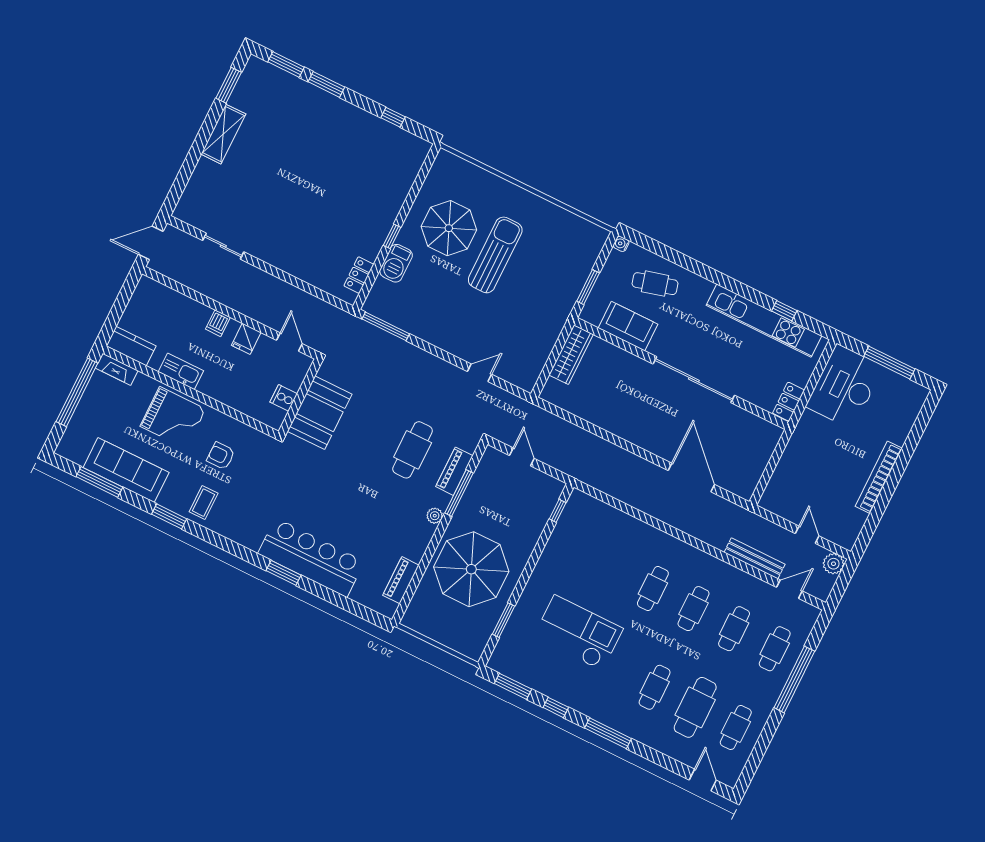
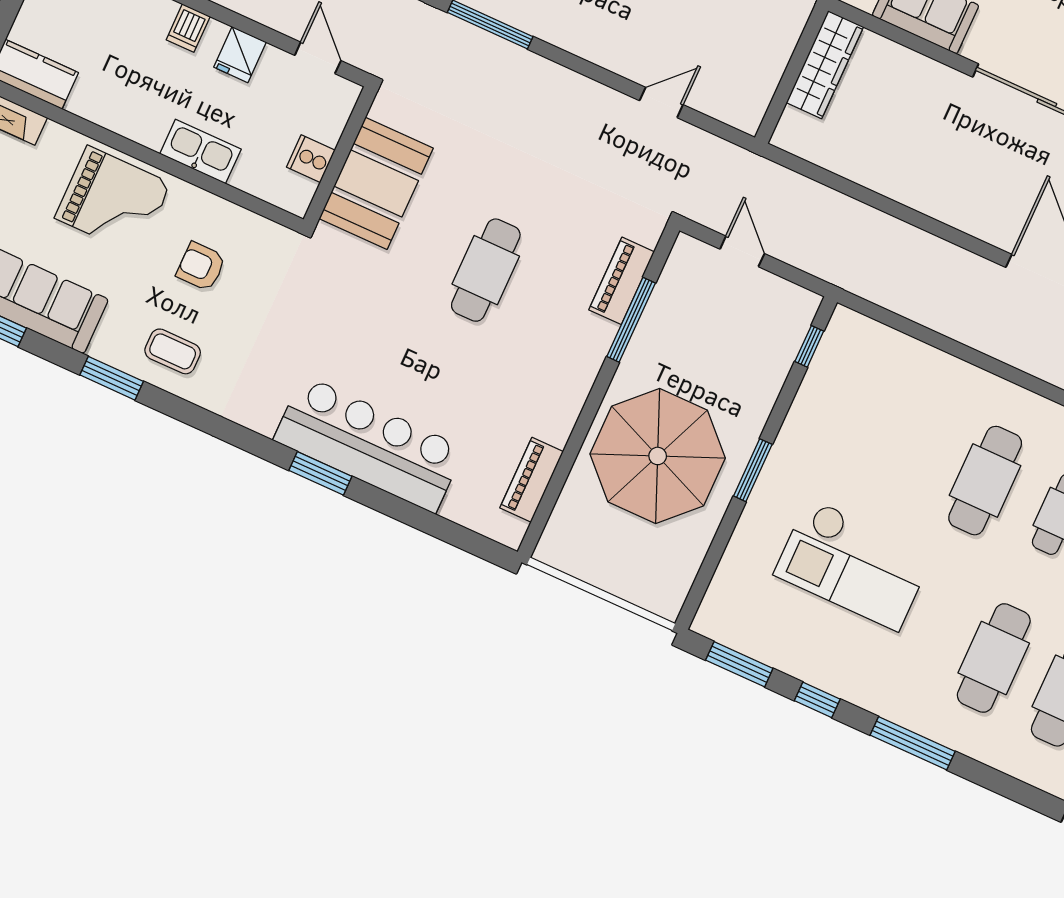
kitchen sink: (181, 371) -> (200, 151), moved
cafe table: (413, 450) -> (486, 270), moved
coffee table: (204, 503) -> (173, 351), turned 90
plant: (435, 516) -> (589, 362), removed
cafe table: (653, 589) -> (985, 481), width x1.37, depth x1.35
window: (504, 620) -> (753, 470), moved
checkout: (578, 633) -> (853, 564), turned 180
cafe table: (655, 687) -> (994, 658), width x1.37, depth x1.35

